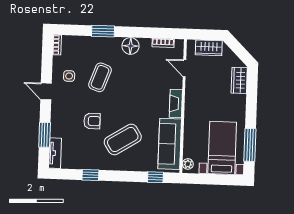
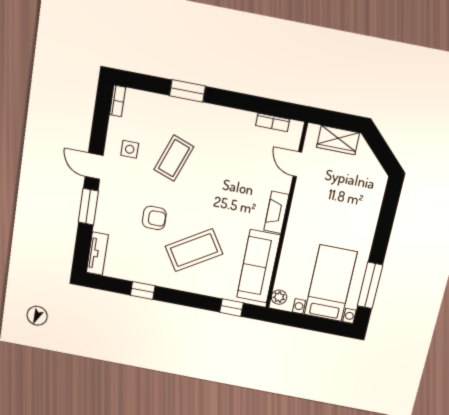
floor lamp: (130, 46) -> (224, 119), removed
wardrobe: (239, 80) -> (373, 194), removed
window: (45, 135) -> (88, 207), moved

